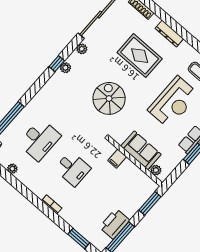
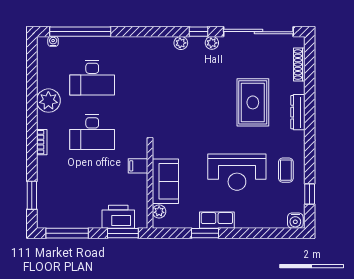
window: (57, 64) -> (199, 32), moved
spiral stairs: (109, 98) -> (188, 109), removed
plant: (12, 169) -> (48, 101), moved, width x1.87, depth x1.87
desk: (73, 169) -> (92, 132), width x1.37
printer: (115, 224) -> (118, 217), moved

